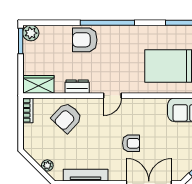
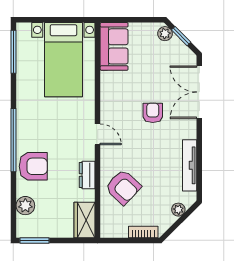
plant: (31, 33) -> (25, 206), moved
armchair: (85, 40) -> (33, 166), turned -90
bookcase: (28, 110) -> (143, 232), moved

